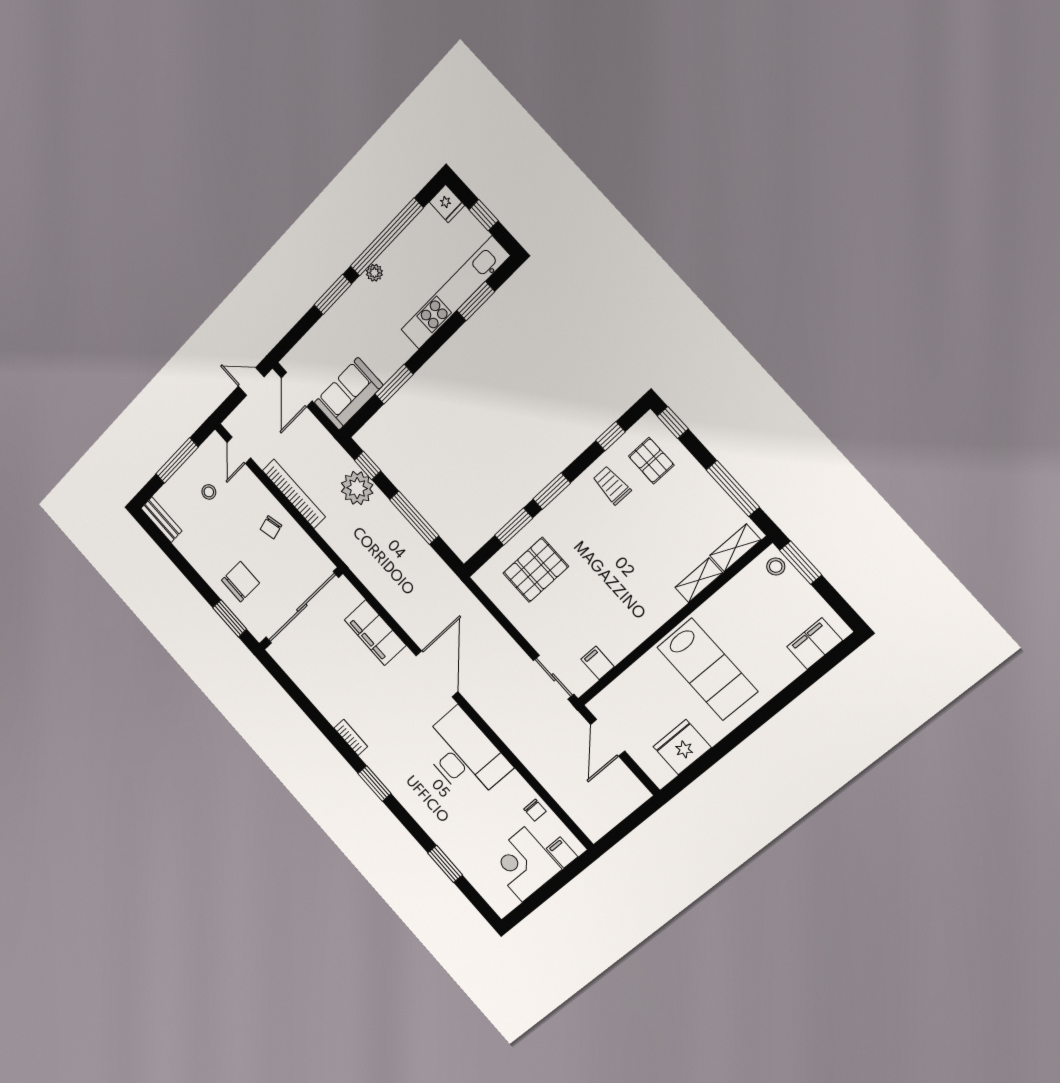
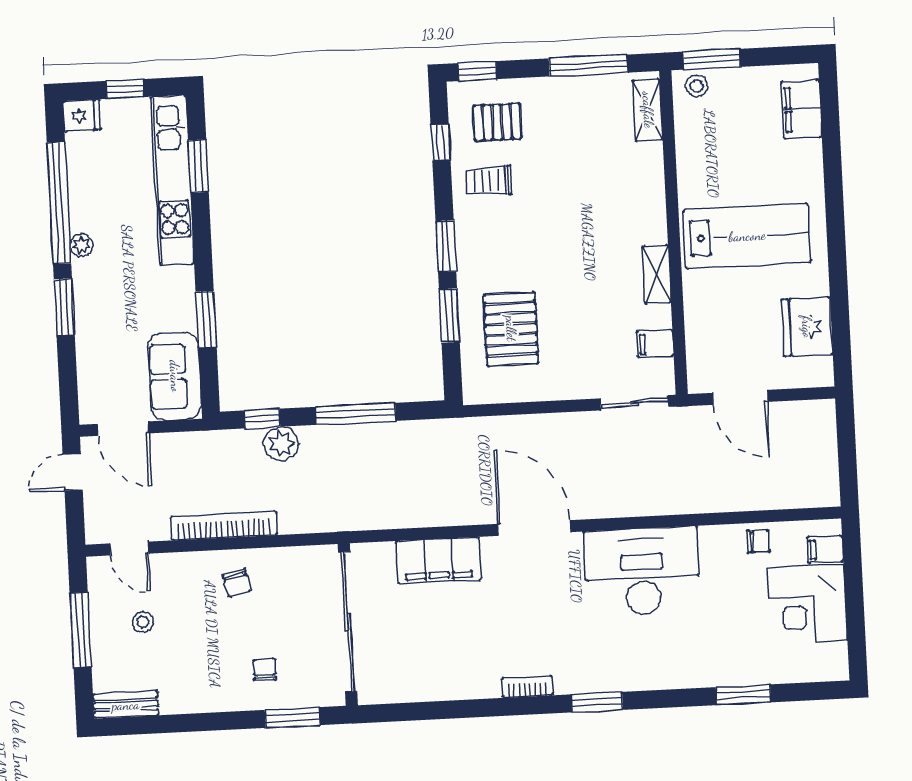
plant: (357, 488) -> (281, 444), width x0.73, depth x0.73
shelving: (699, 580) -> (657, 274), moved
chair: (240, 582) -> (265, 670), width x0.54, depth x0.54

